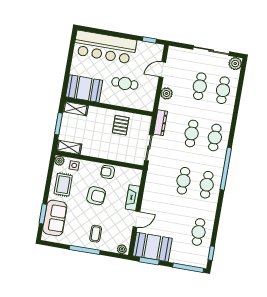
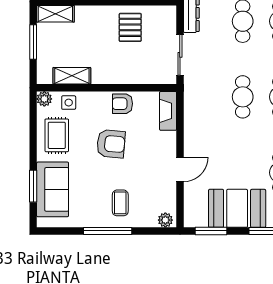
shelving: (69, 147) -> (72, 76), moved
fireplace: (133, 198) -> (168, 111), moved
booth: (152, 247) -> (237, 208), moved

